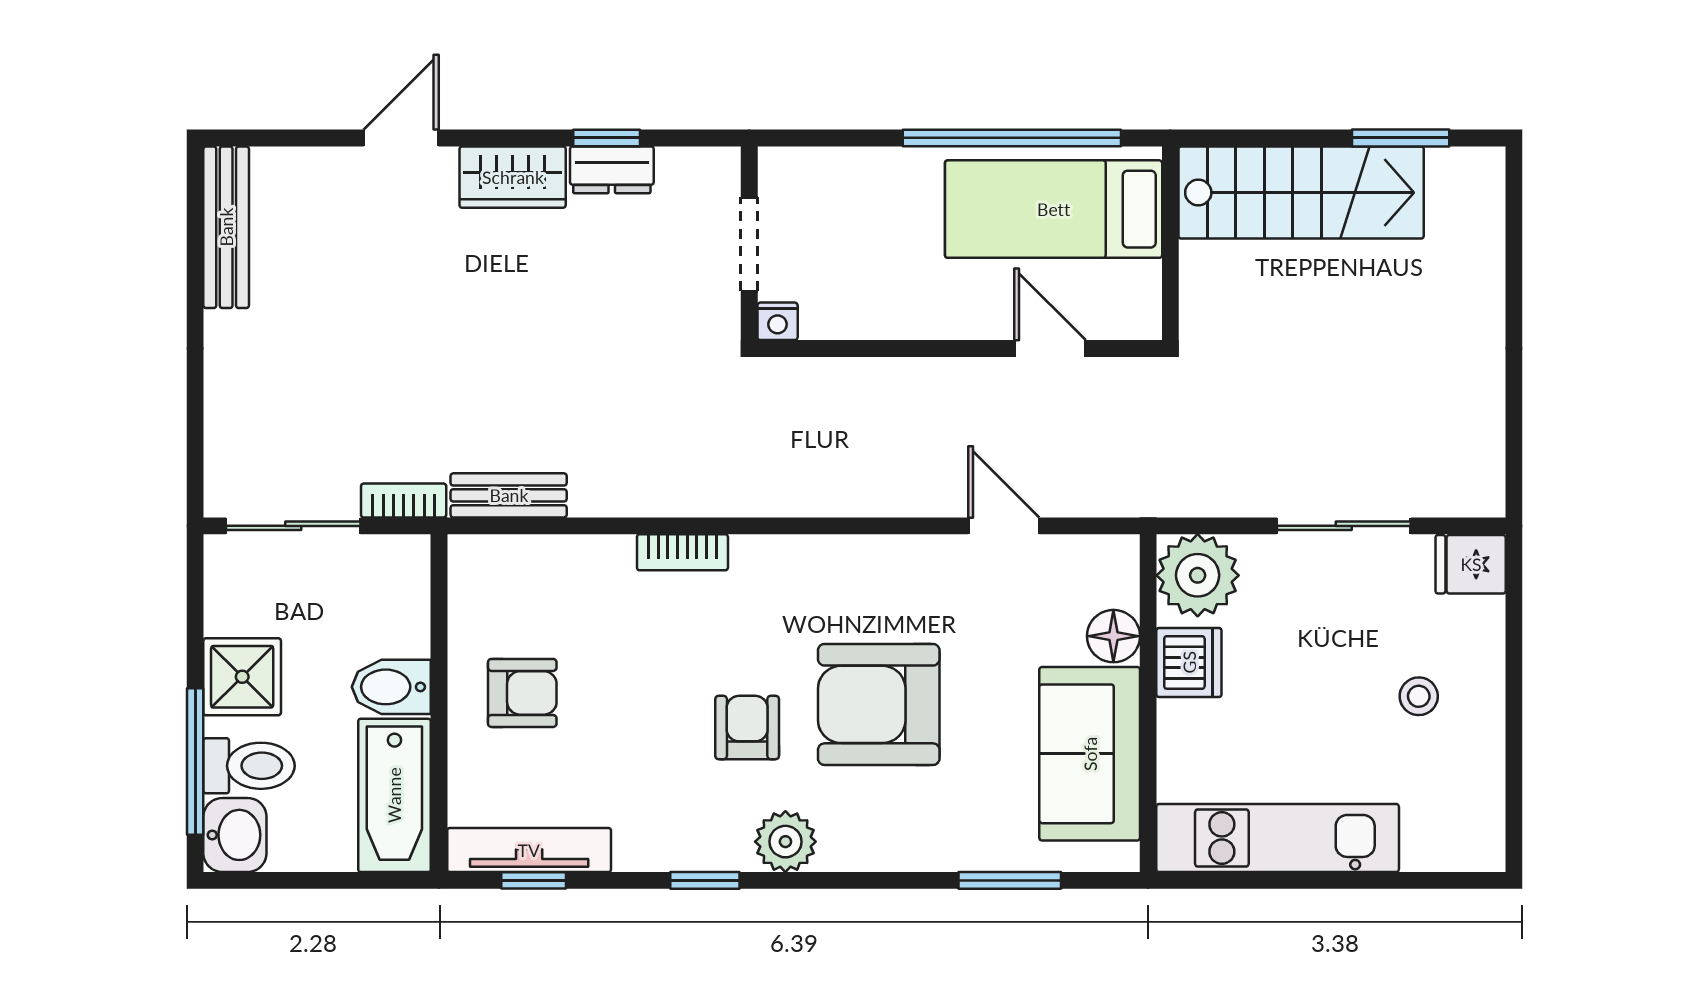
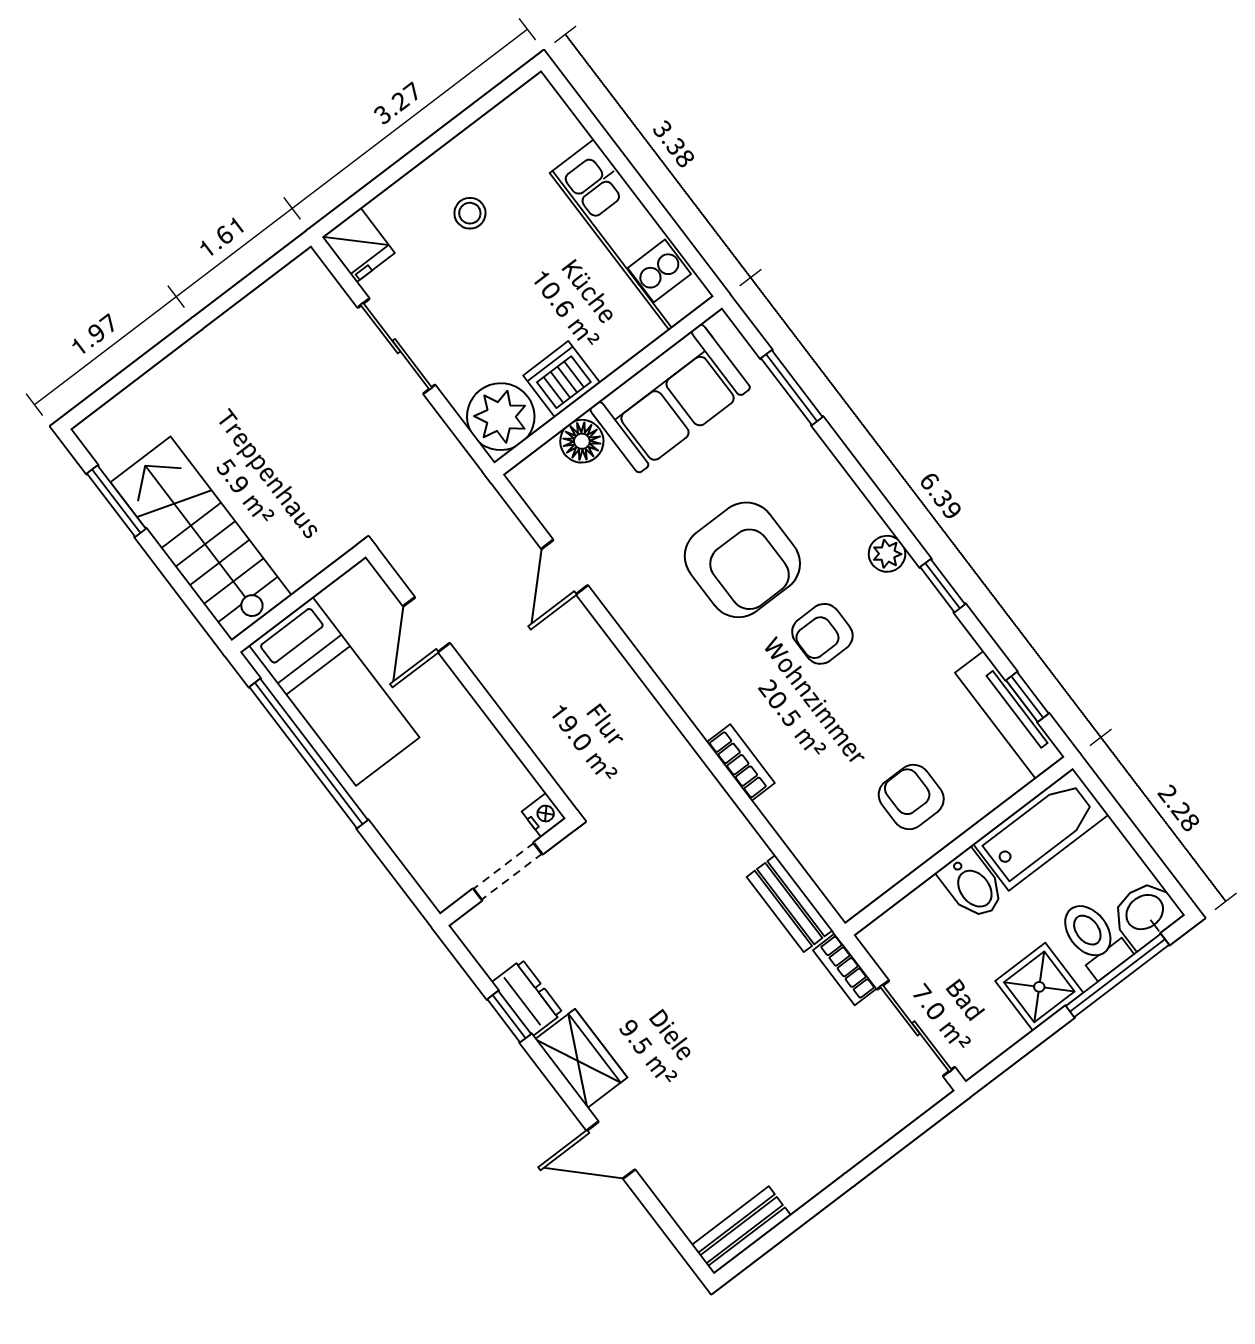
bench: (226, 227) -> (741, 1230), width x0.73
plant: (785, 842) -> (887, 554), width x0.73, depth x0.73

